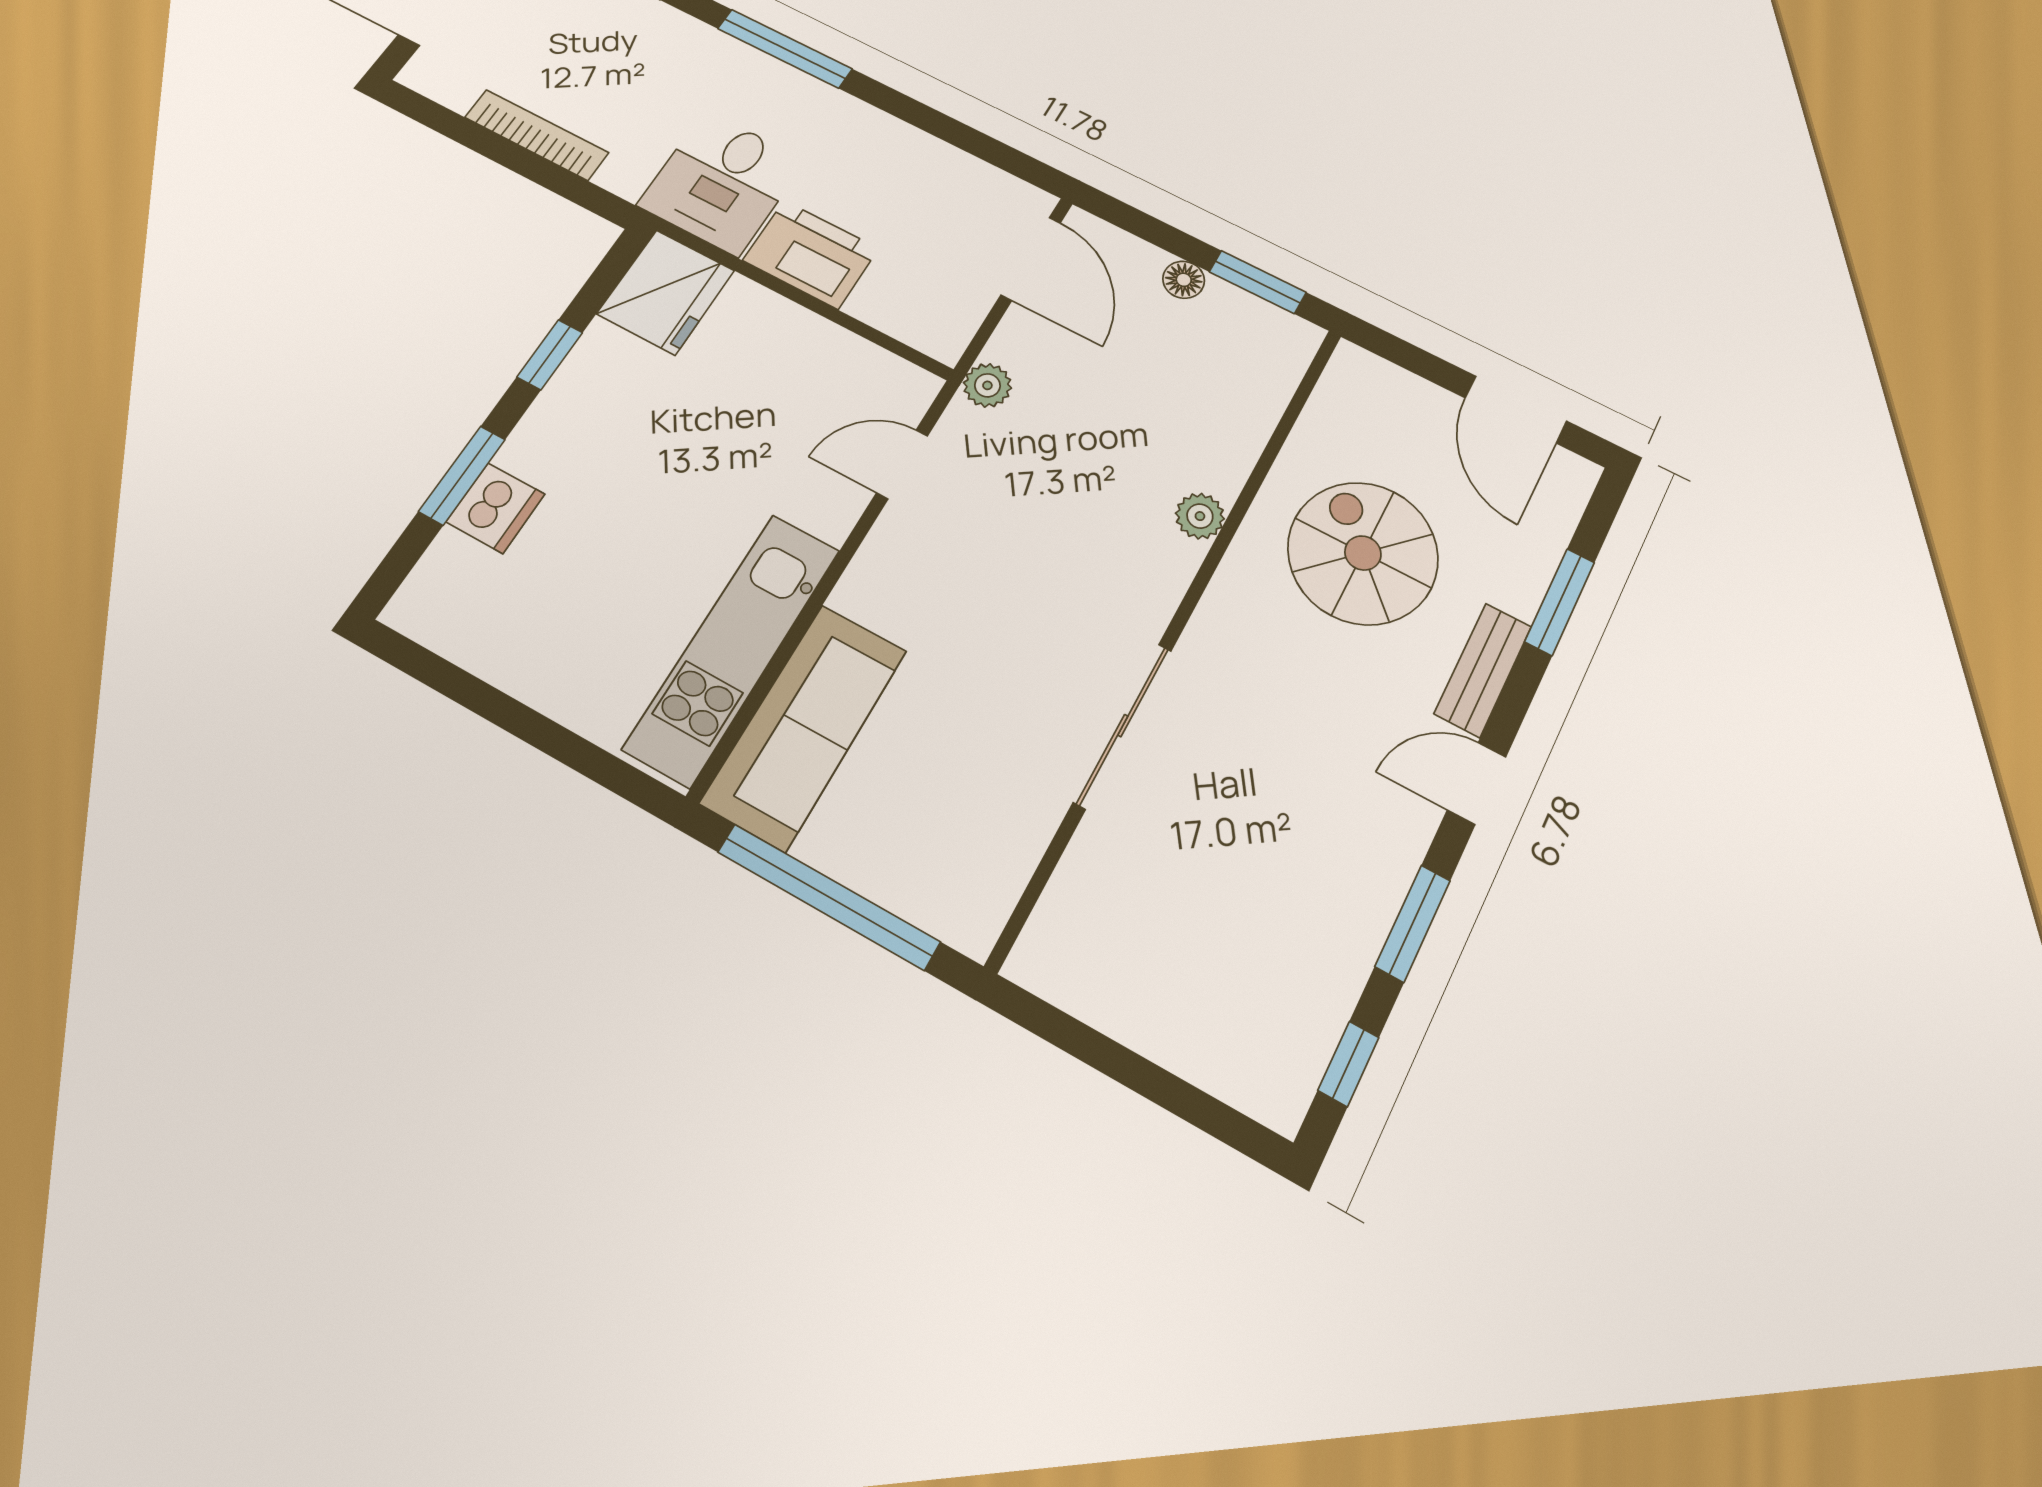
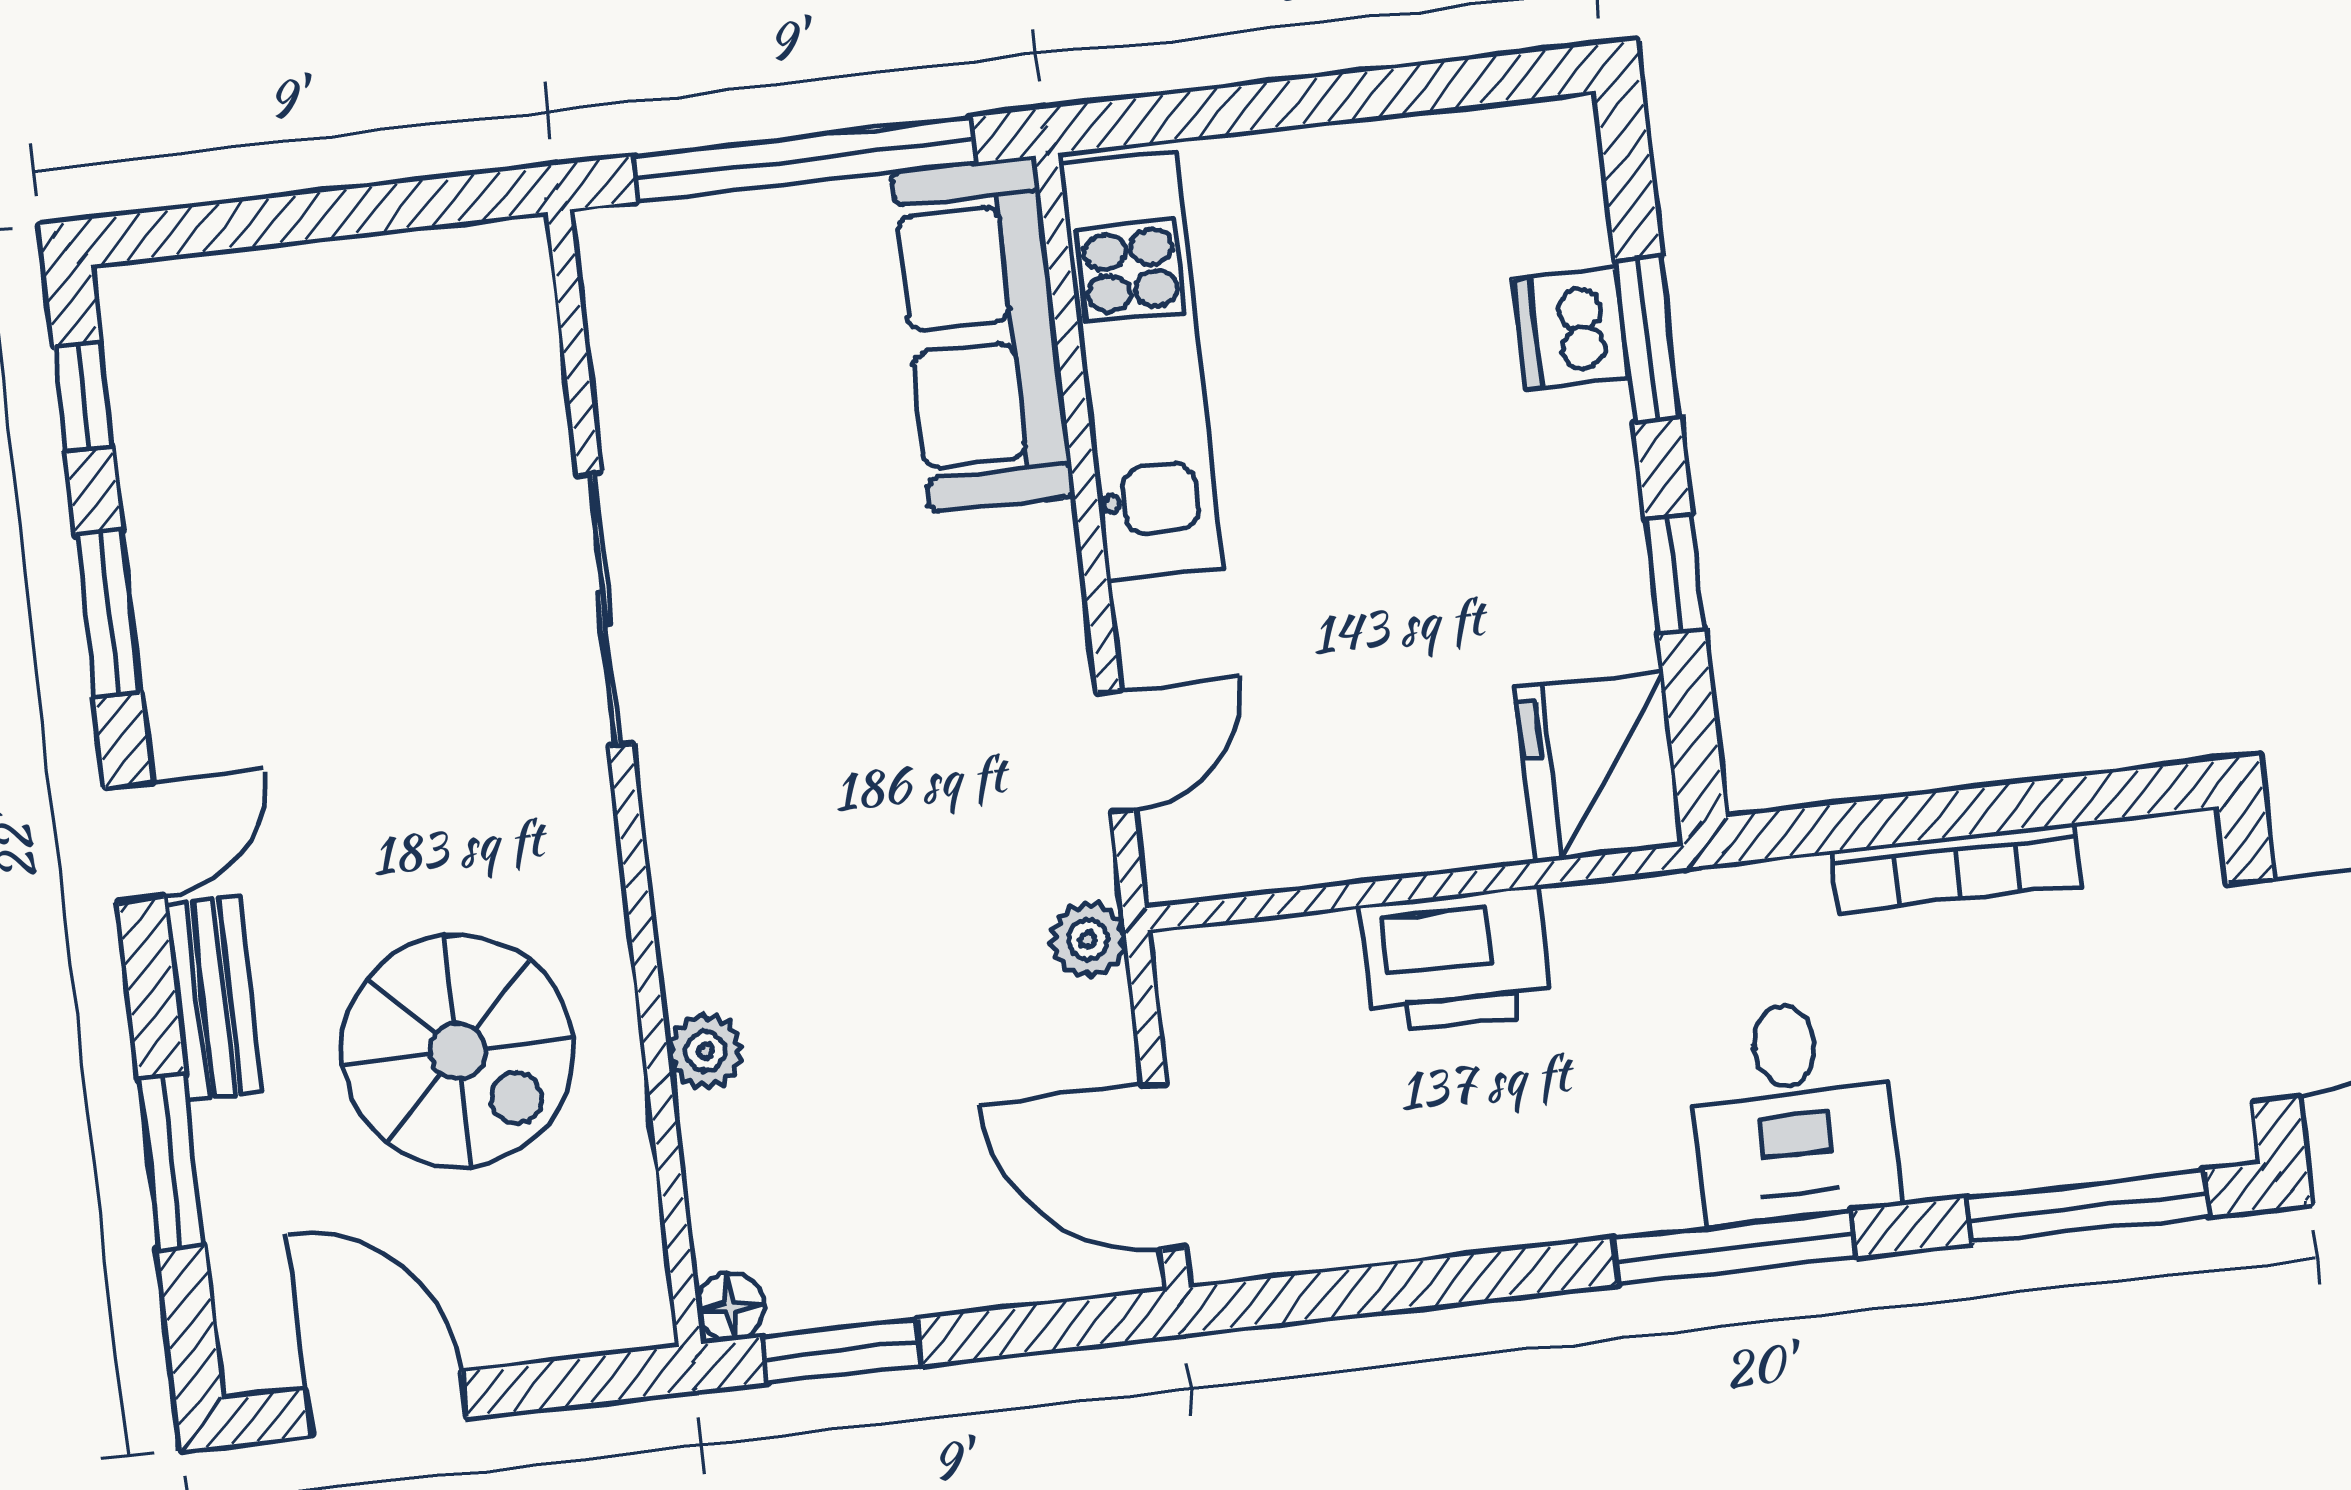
desk: (722, 183) -> (1792, 1111), moved, turned 180
floor lamp: (1184, 280) -> (731, 1307), moved
plant: (1200, 516) -> (705, 1051), moved

